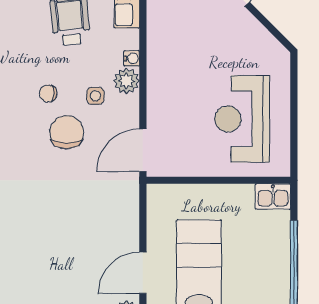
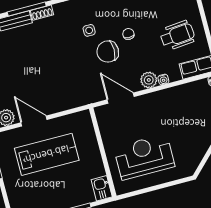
side table: (95, 96) -> (89, 30), moved
chair: (67, 132) -> (108, 52), turned 180
door: (143, 150) -> (121, 98), moved

